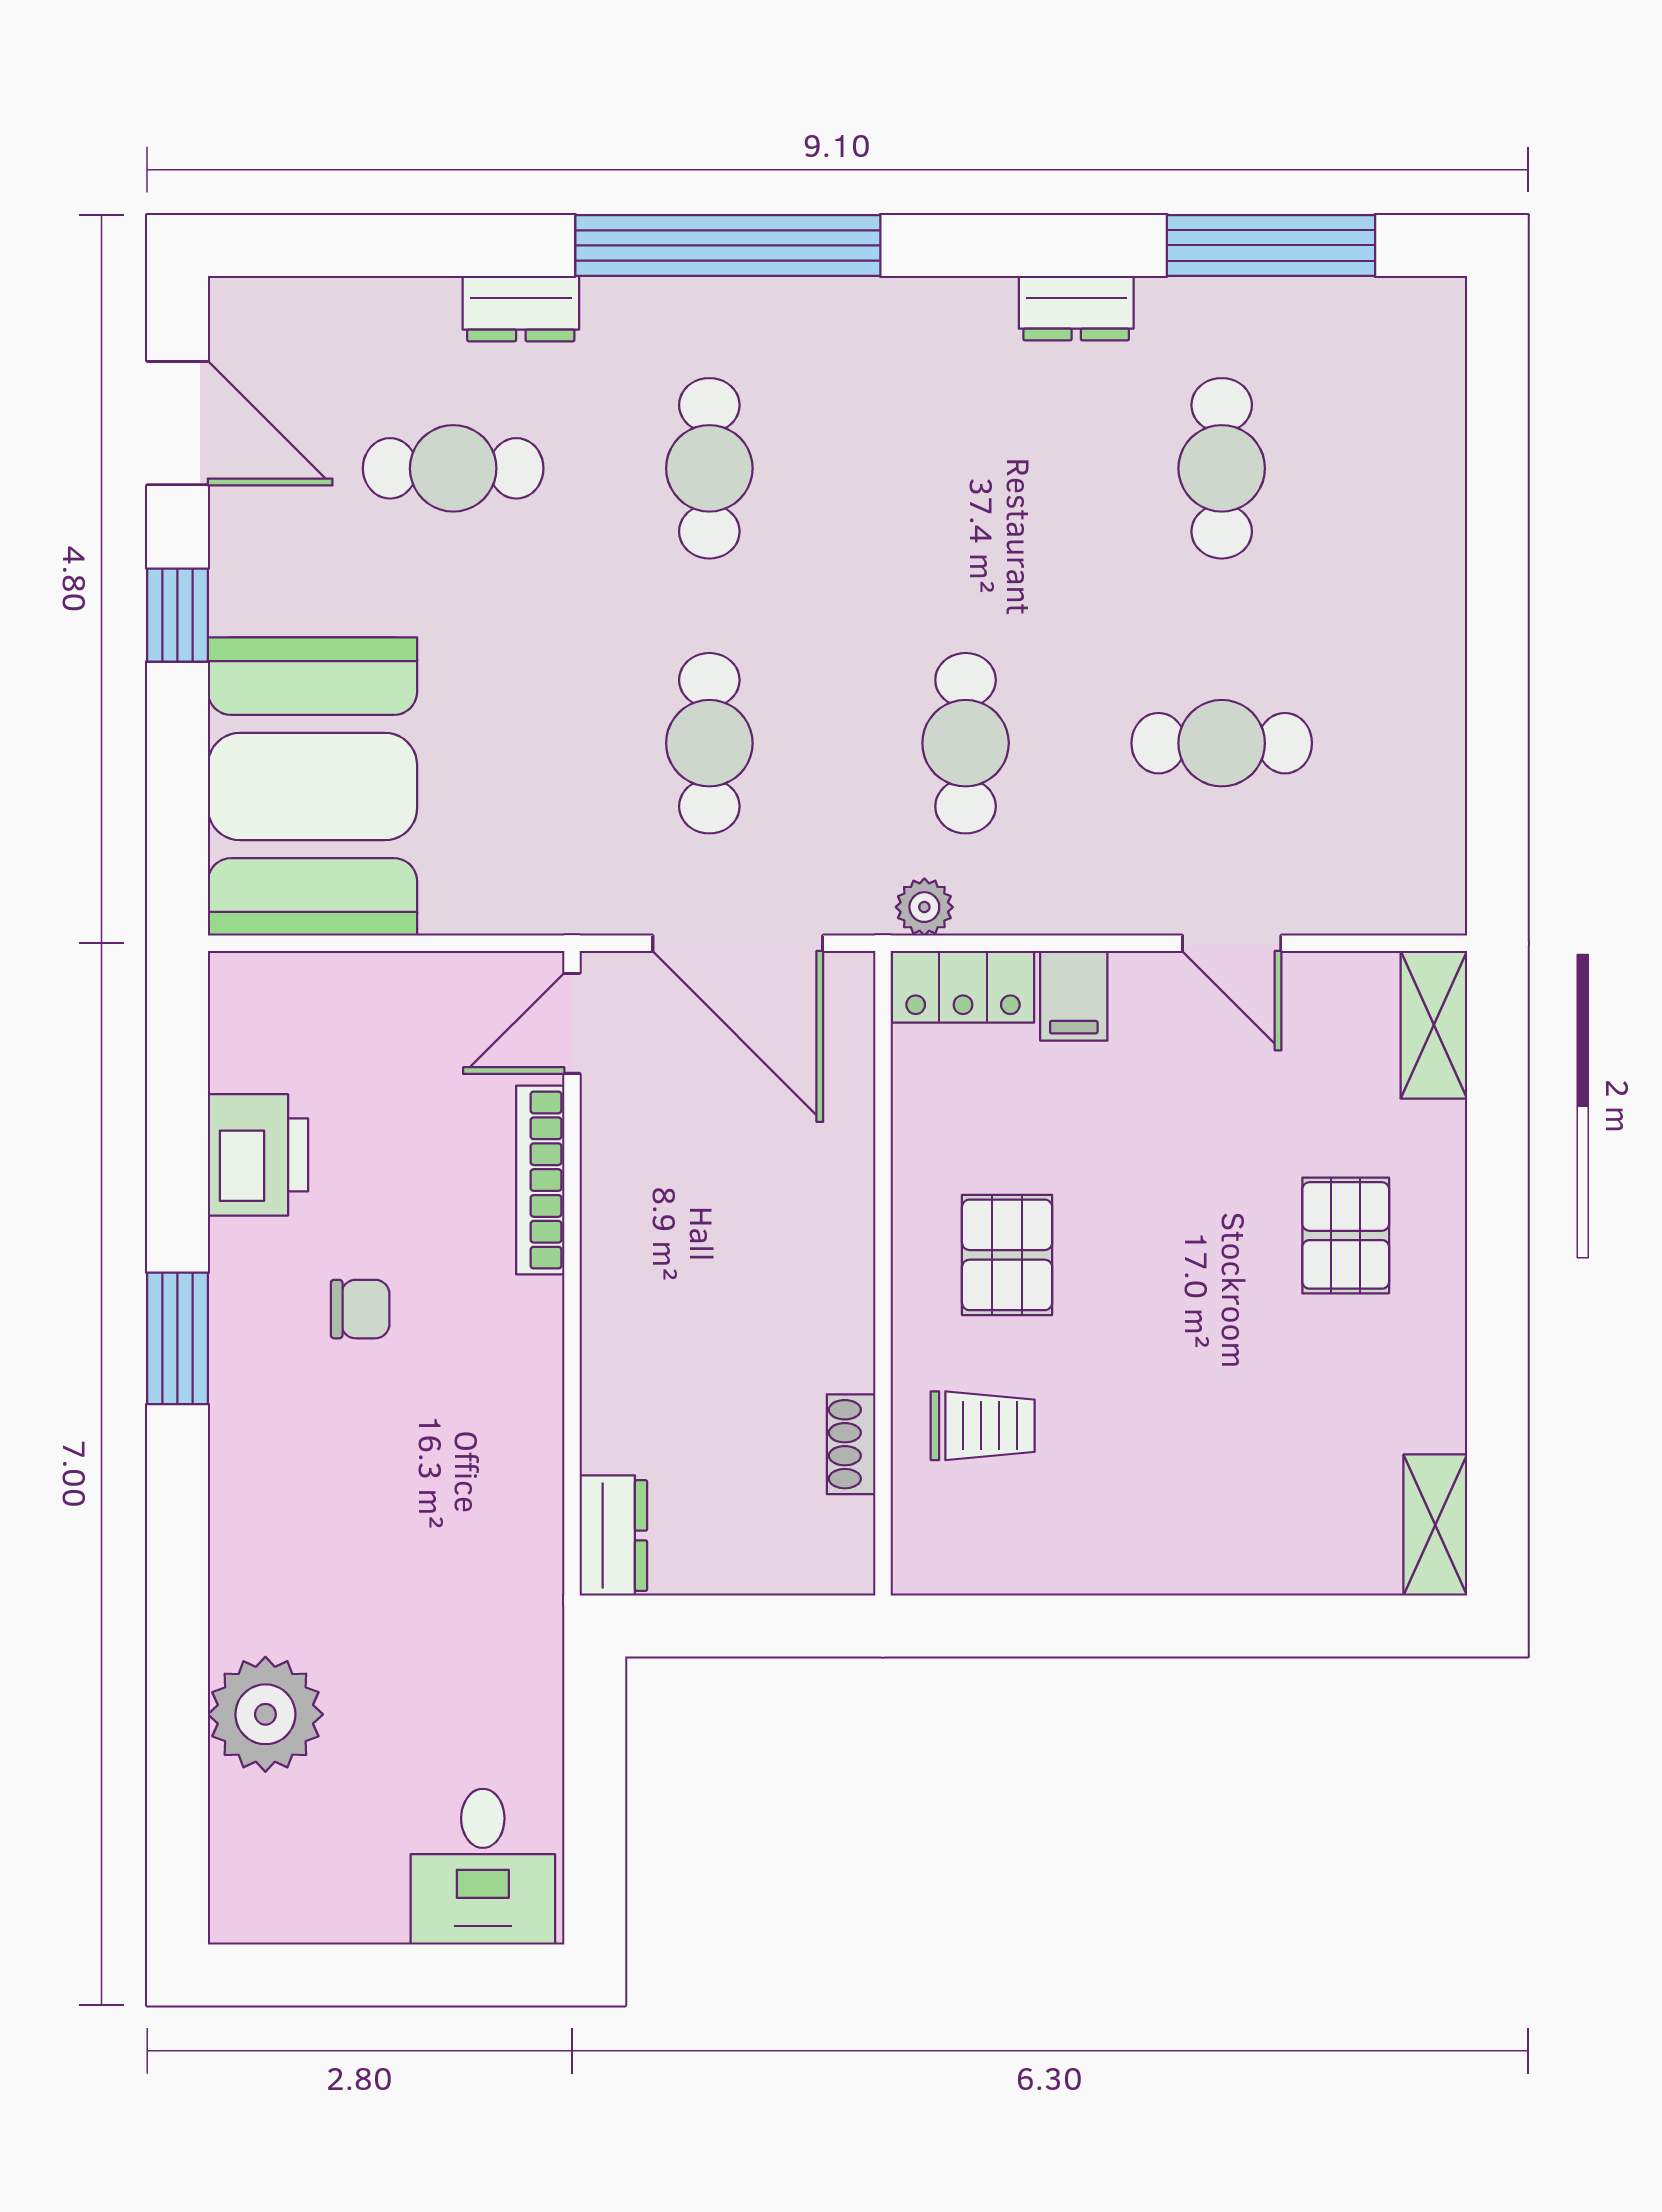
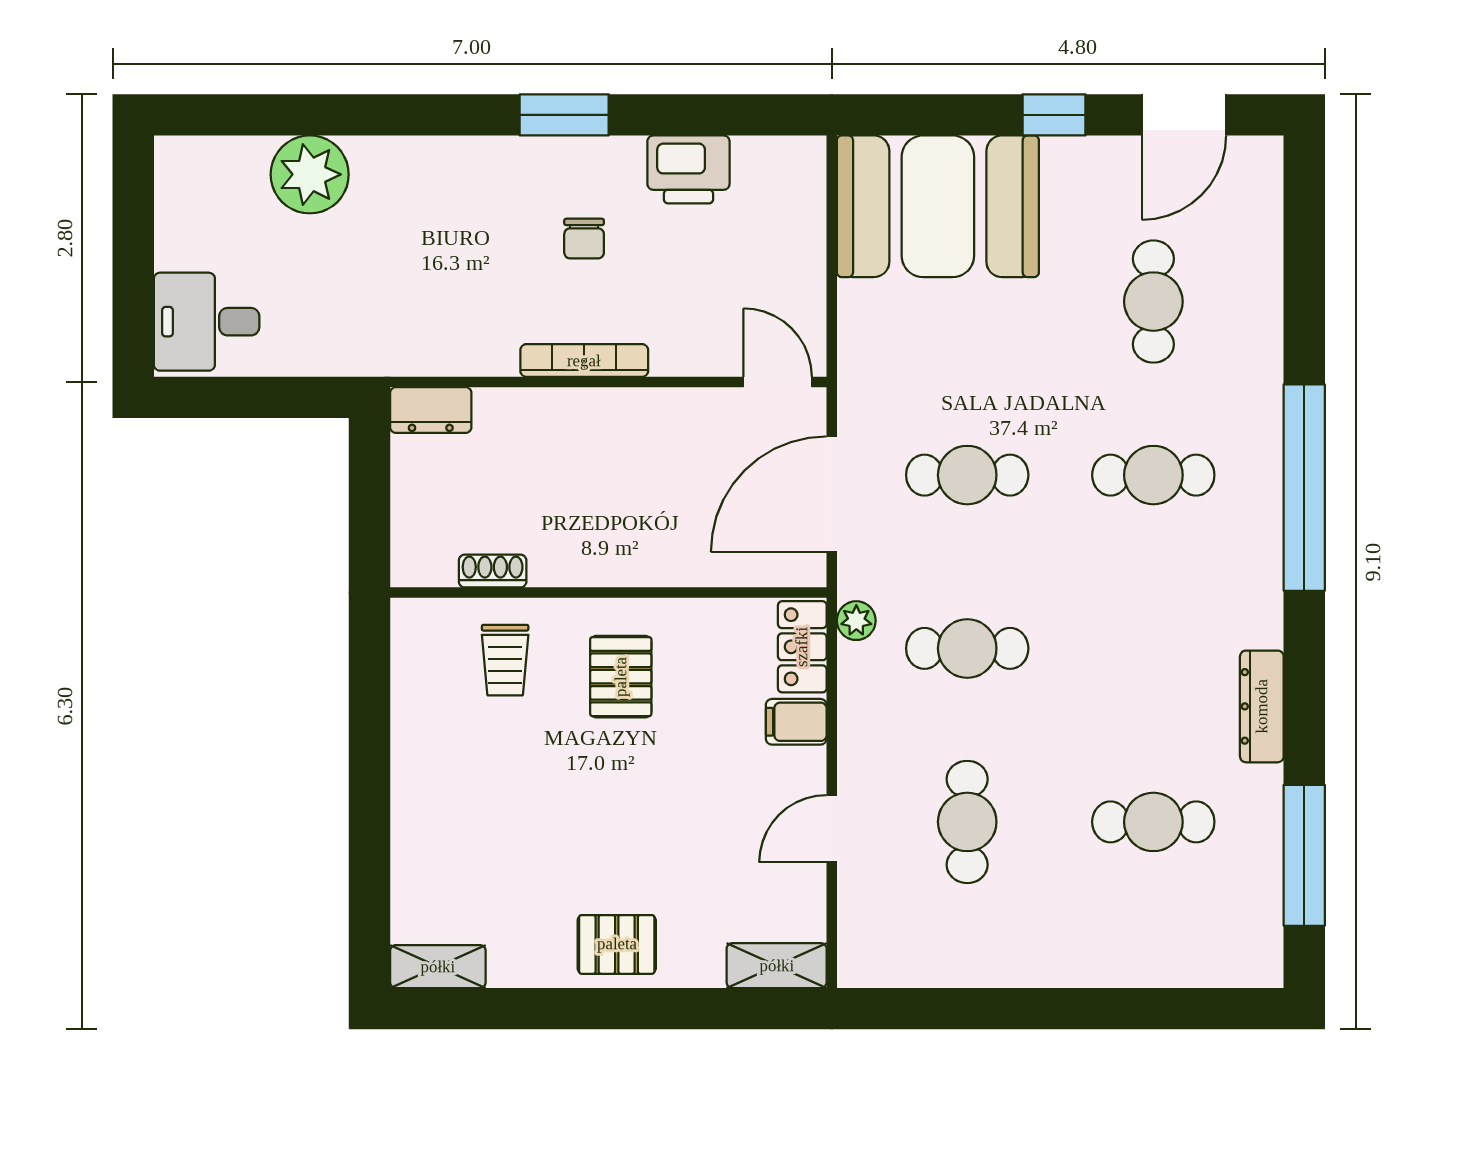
dresser: (1076, 308) -> (1262, 706), width x1.44
dresser: (521, 309) -> (1262, 347), removed
bookcase: (540, 1180) -> (584, 361), moved
pallet: (1346, 1235) -> (617, 944), moved
pallet: (1007, 1255) -> (621, 677), turned 90

